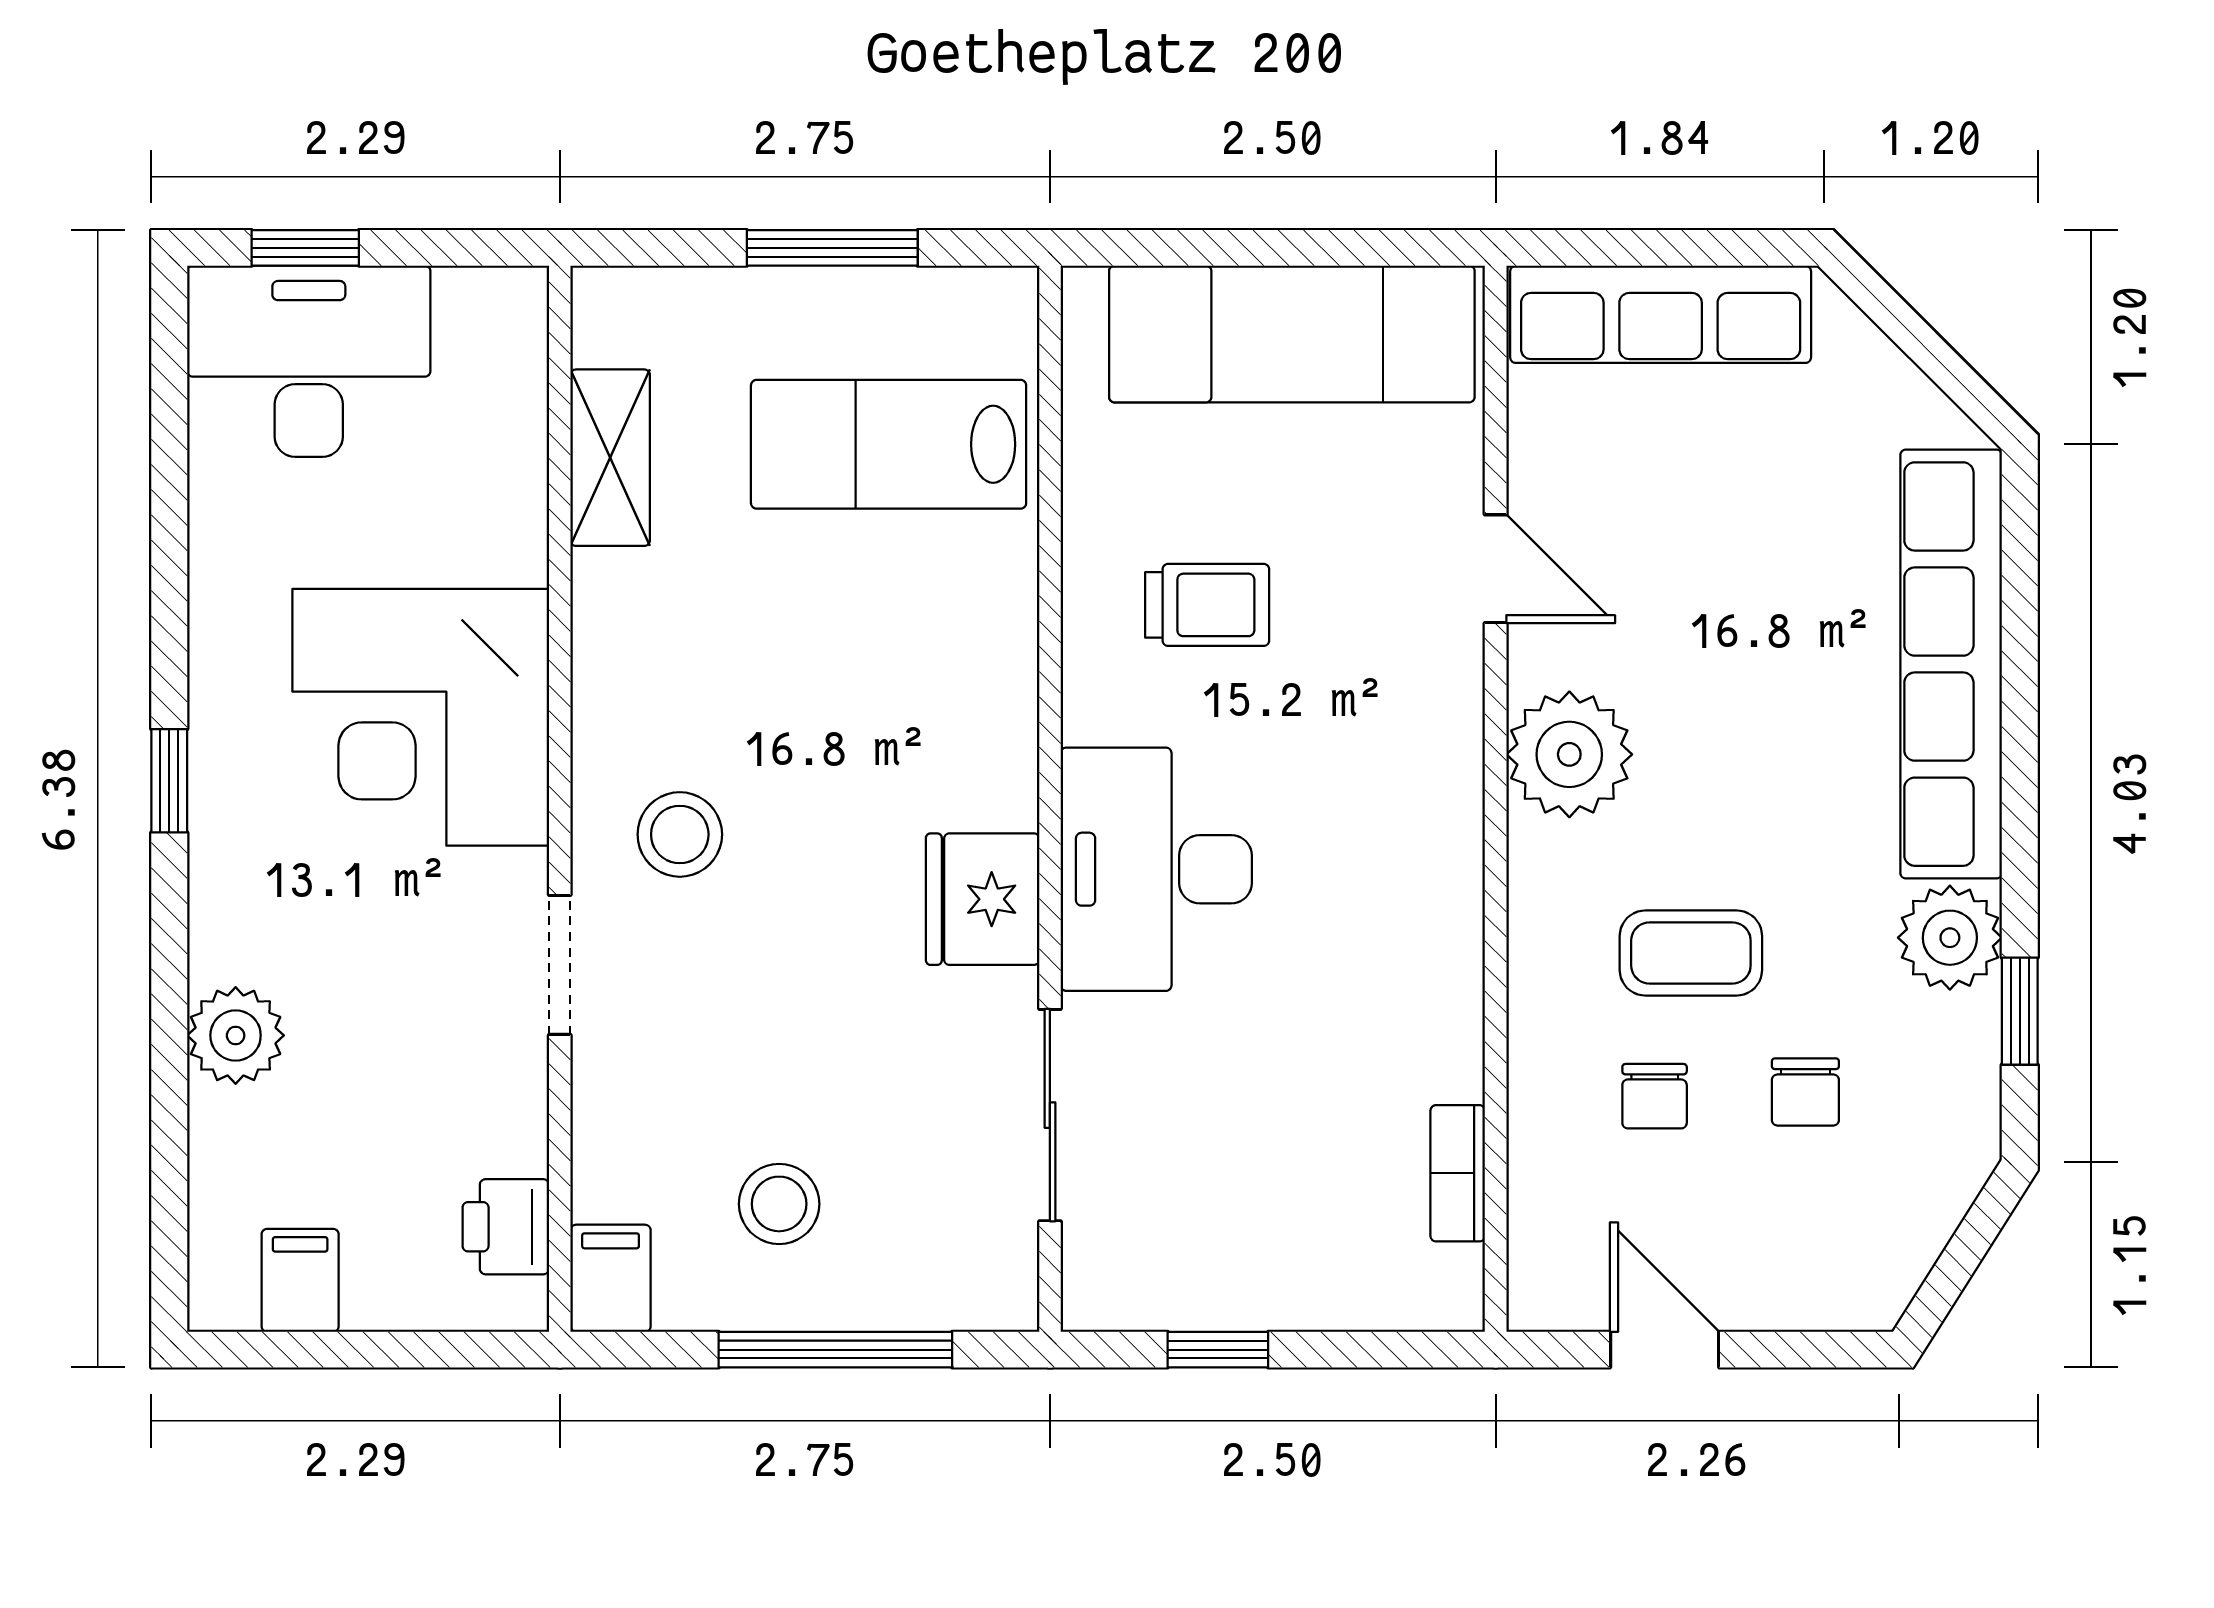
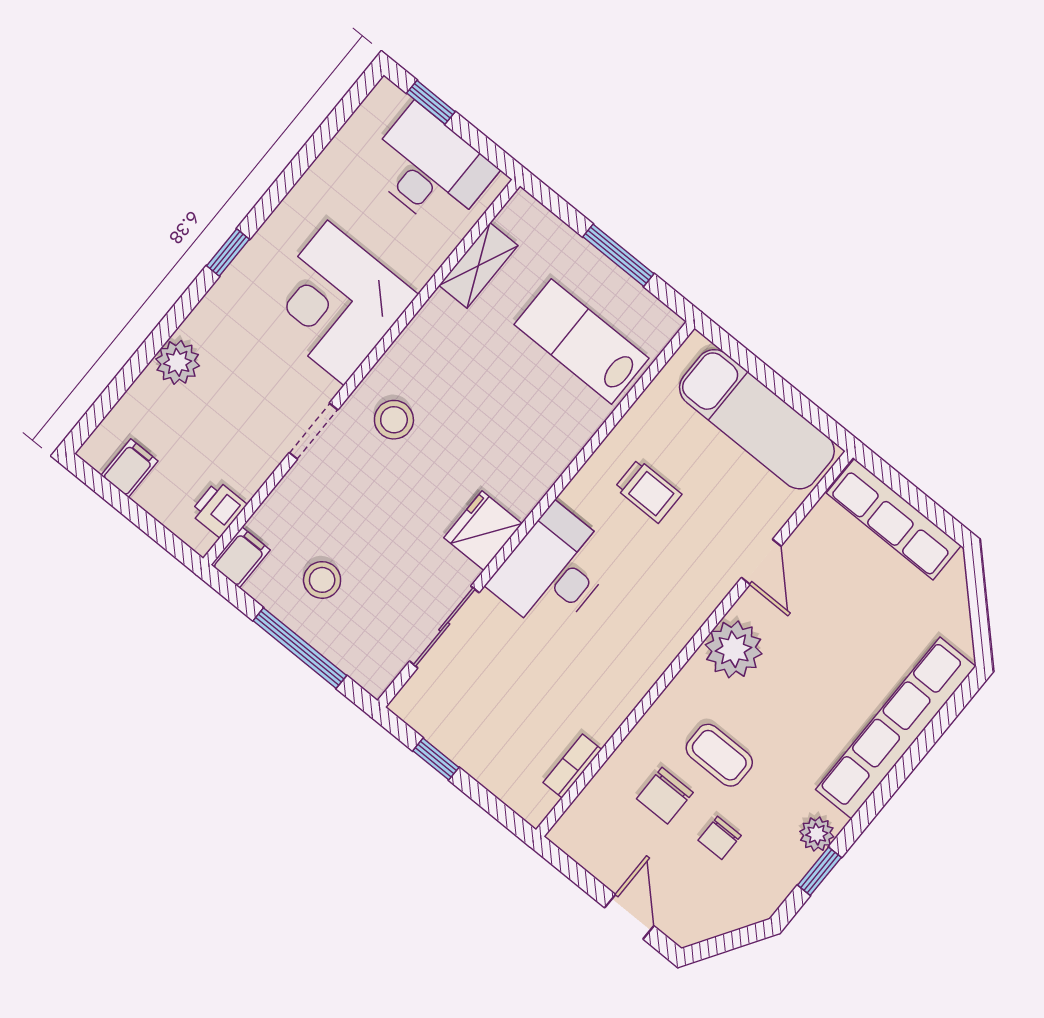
desk: (309, 361) -> (430, 169), moved
plant: (1950, 938) -> (817, 834), width x0.73, depth x0.73
chair: (1655, 1096) -> (665, 796), width x1.37, depth x1.37
door: (1665, 1350) -> (629, 917), moved

